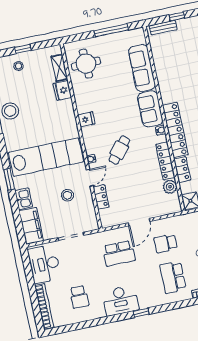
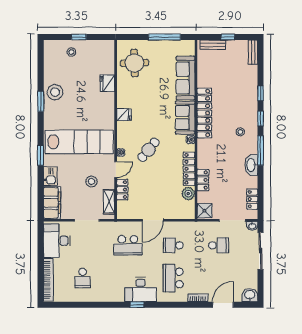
shelving: (59, 68) -> (109, 202), moved
locker: (175, 130) -> (204, 113), moved
desk: (120, 301) -> (141, 289), moved

